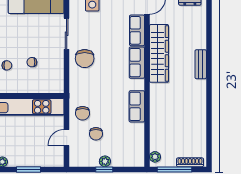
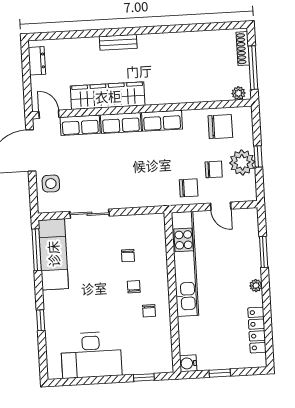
chair: (85, 59) -> (220, 127), moved
row of seats: (137, 106) -> (162, 121), moved
plant: (105, 161) -> (242, 162), width x1.88, depth x1.88

